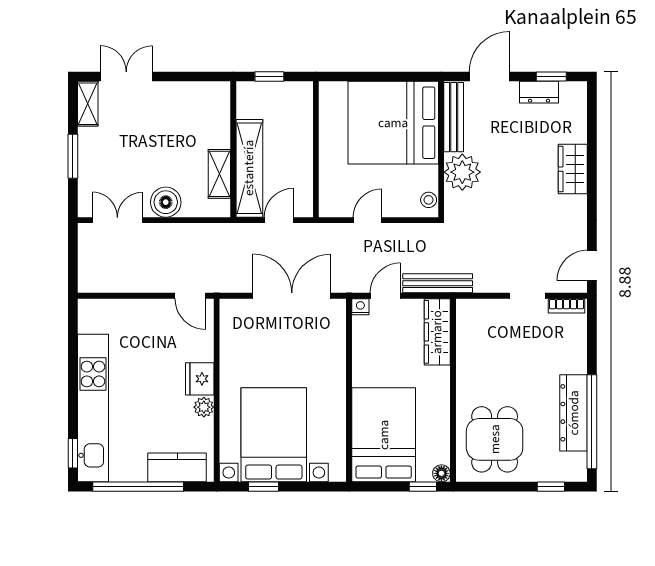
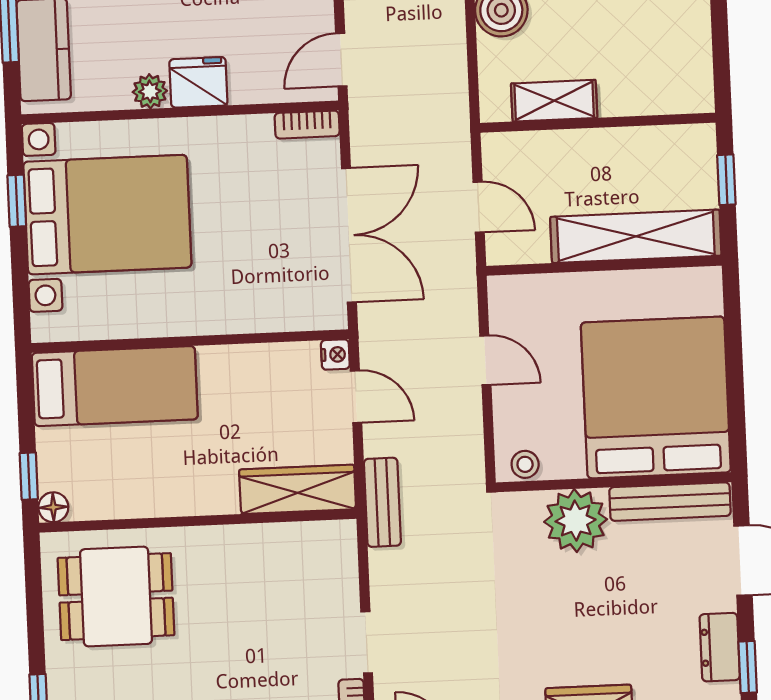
shelving: (249, 168) -> (636, 236), moved
bench: (438, 283) -> (382, 502), width x0.73
bookcase: (227, 317) -> (307, 125), added
bed: (384, 435) -> (115, 386), width x0.67

